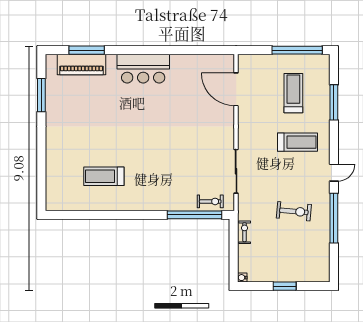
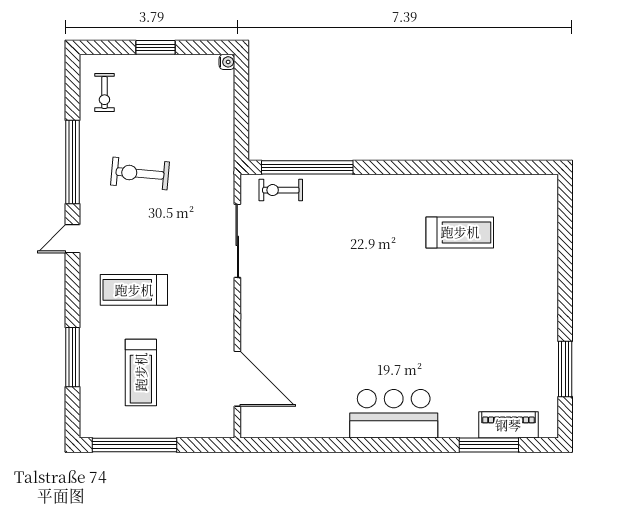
piano: (81, 65) -> (508, 425), width x0.73, depth x0.75
exercise bike: (245, 232) -> (104, 92), moved

